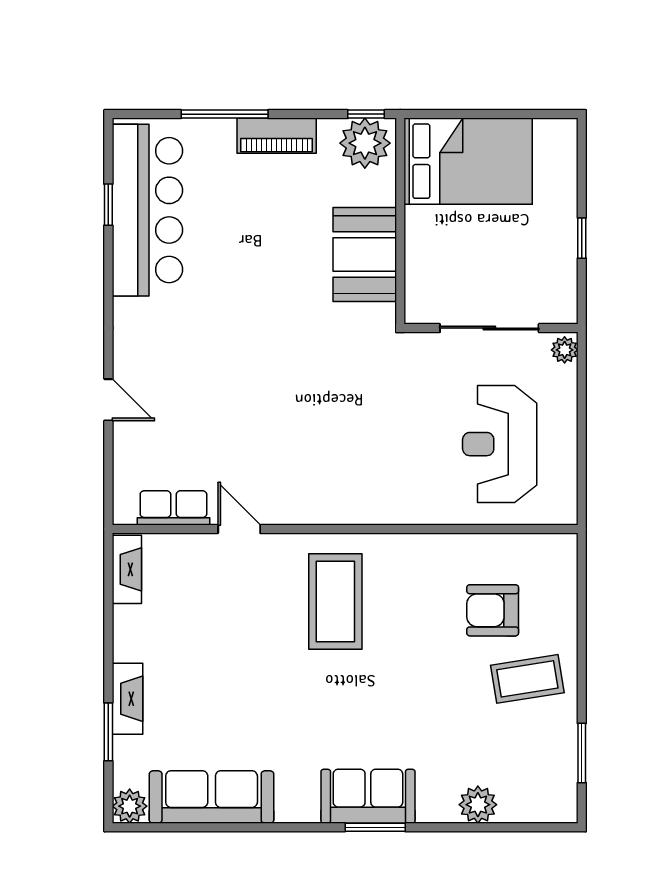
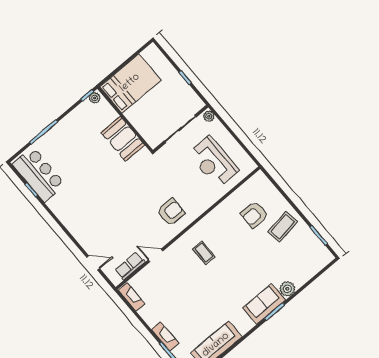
piano: (277, 136) -> (65, 125), removed
plant: (365, 143) -> (95, 98), width x0.53, depth x0.53
bar counter: (147, 210) -> (39, 174), width x0.73
door: (108, 400) -> (93, 263), moved
armchair: (338, 471) -> (171, 212), added
coffee table: (335, 602) -> (204, 253), width x0.54, depth x0.58
plant: (478, 805) -> (287, 289), moved

